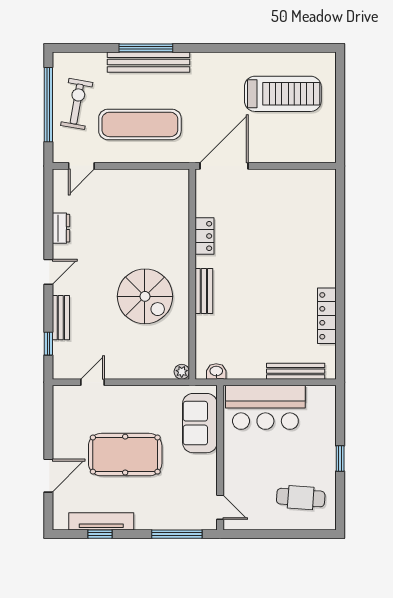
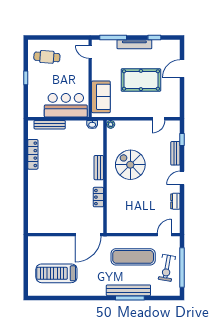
tv unit: (101, 521) -> (134, 44), moved

